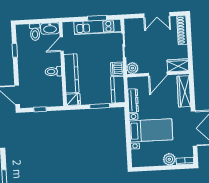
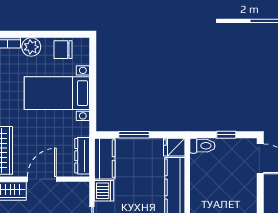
plant: (132, 68) -> (81, 191), removed
toilet: (53, 71) -> (202, 146), moved
dresser: (133, 101) -> (82, 156), moved
chair: (149, 159) -> (63, 50), added

